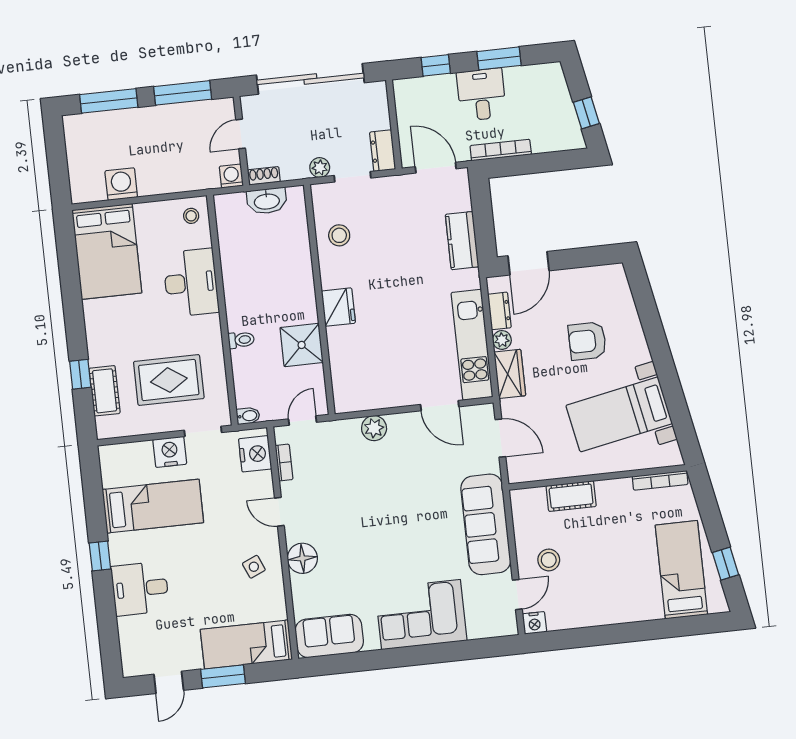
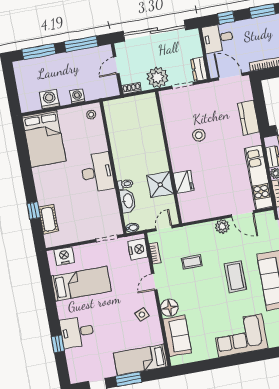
desk: (481, 95) -> (218, 38), moved, turned -90
plant: (320, 168) -> (157, 77), width x1.88, depth x1.88
washing machine: (231, 176) -> (77, 96), moved
washbasin: (267, 201) -> (128, 201), moved, turned -90
stool: (339, 235) -> (199, 135), moved
desk: (191, 283) -> (97, 172), moved
fridge: (338, 307) -> (184, 182), moved
rug: (169, 380) -> (85, 210), removed
plant: (374, 428) -> (222, 227), moved
nightstand: (170, 452) -> (64, 256), moved
coffee table: (346, 482) -> (192, 262), added
door: (279, 512) -> (154, 282), hinge flipped
coffee table: (420, 513) -> (235, 277), added
window: (100, 556) -> (58, 344), moved
sofa: (329, 636) -> (177, 336), moved, turned 90

